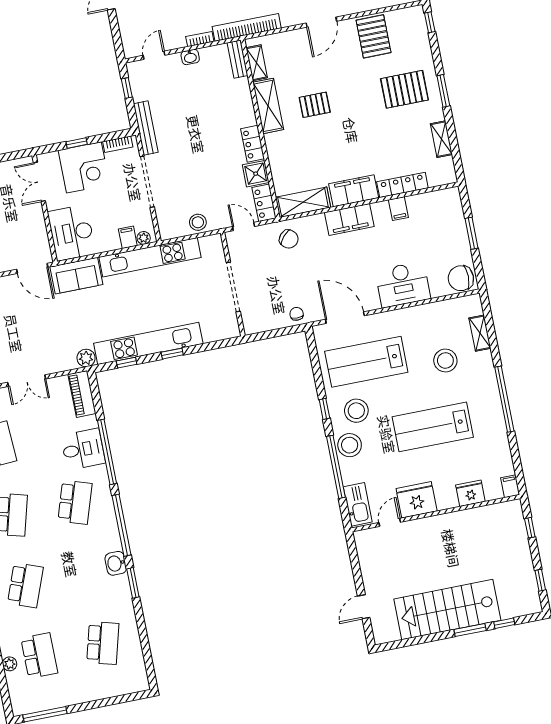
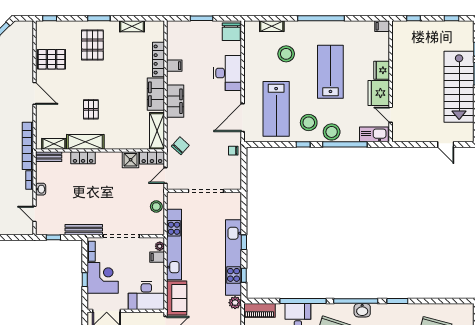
locker: (253, 144) -> (83, 158), moved
lab bench: (433, 427) -> (330, 72), turned 180
fridge: (470, 493) -> (382, 70), moved
washbasin: (116, 563) -> (362, 310), moved

